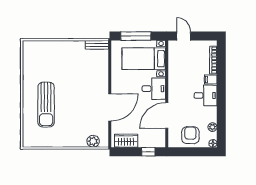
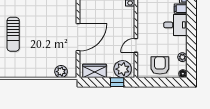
desk: (154, 89) -> (123, 18), removed
sun lounger: (46, 105) -> (13, 34), width x0.73, depth x0.75
door: (167, 116) -> (136, 45), width x0.53
plant: (154, 139) -> (123, 69), added

